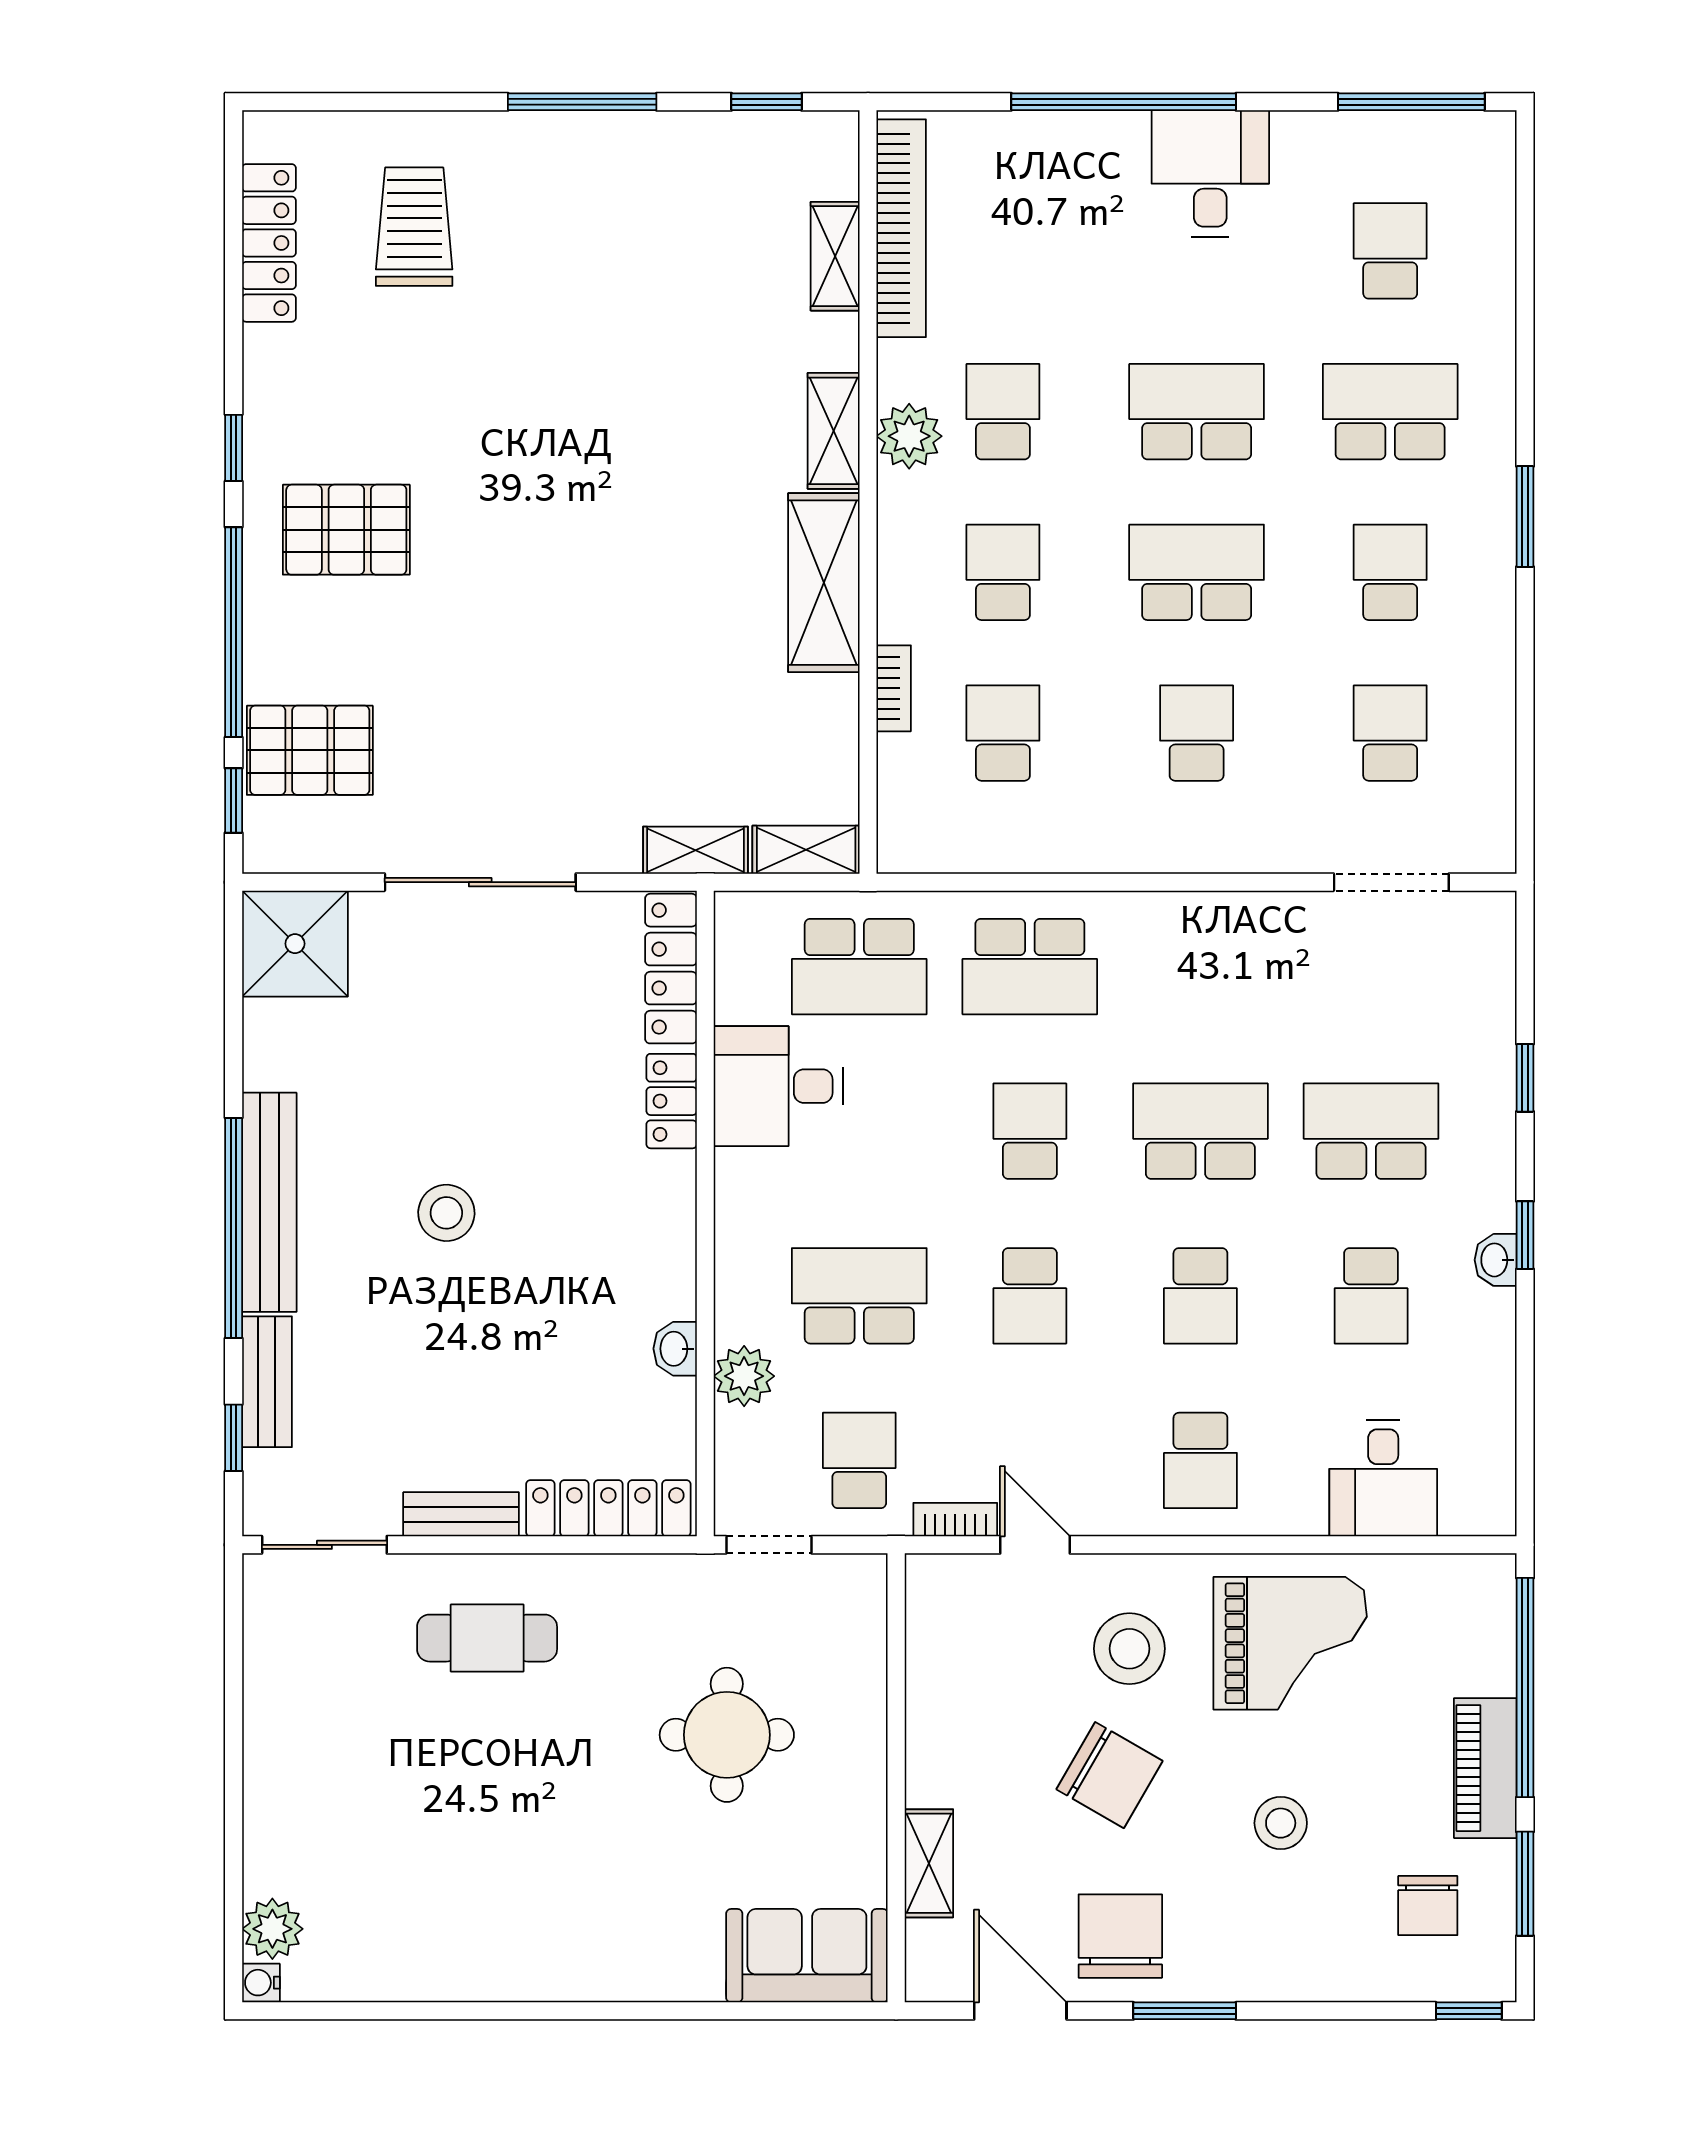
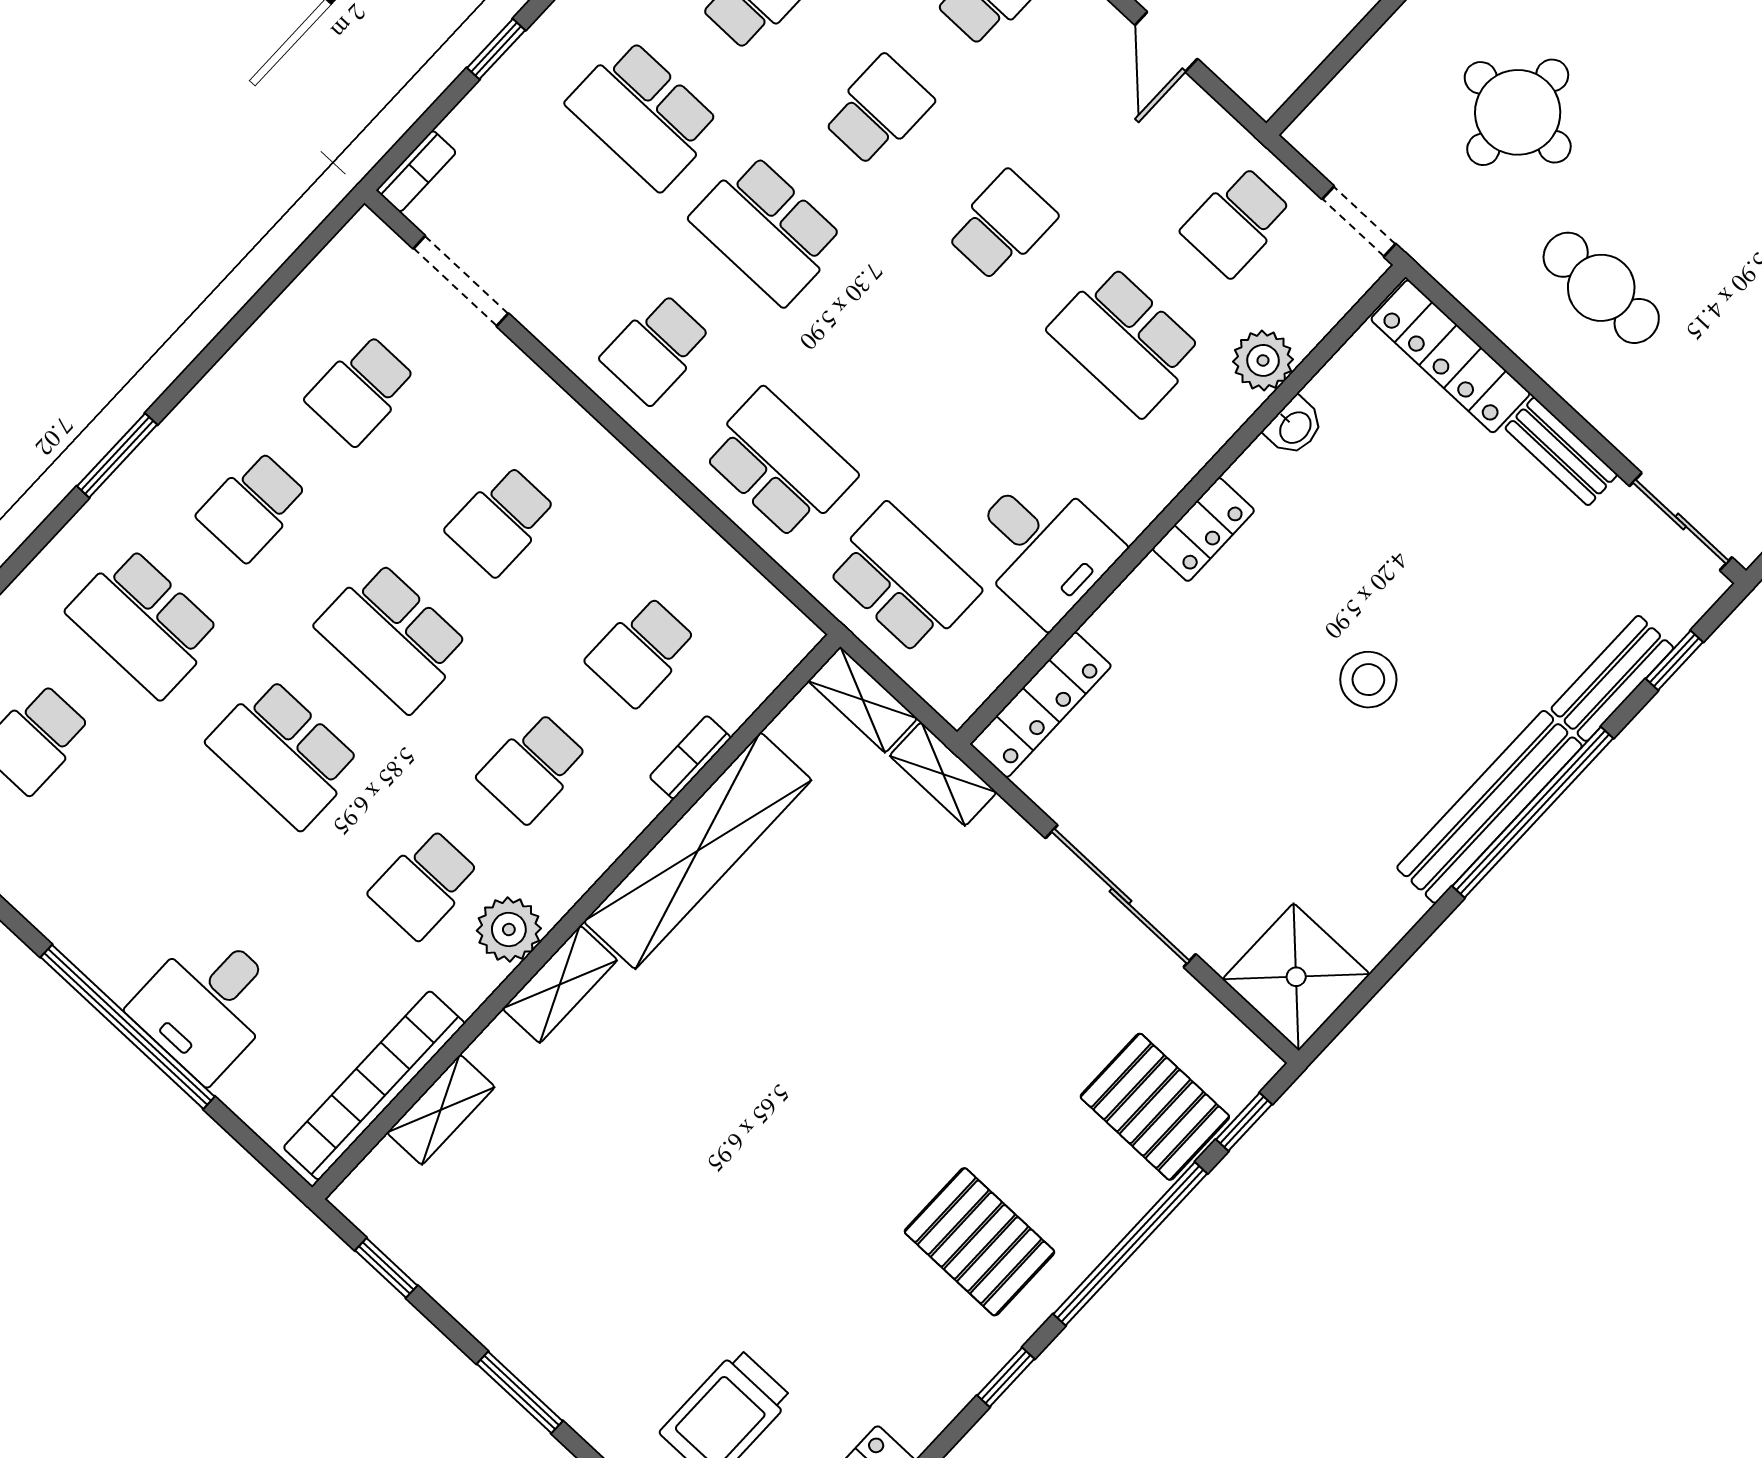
window: (582, 102) -> (520, 1392), width x0.69
desk: (1210, 173) -> (207, 1004), moved
shelving: (824, 583) -> (698, 851), width x1.47
locker: (672, 1101) -> (1203, 530), moved
school desk: (1030, 1131) -> (656, 349), moved
bookcase: (955, 1520) -> (416, 171), moved, turned -90
cafe table: (487, 1638) -> (1601, 288), moved

